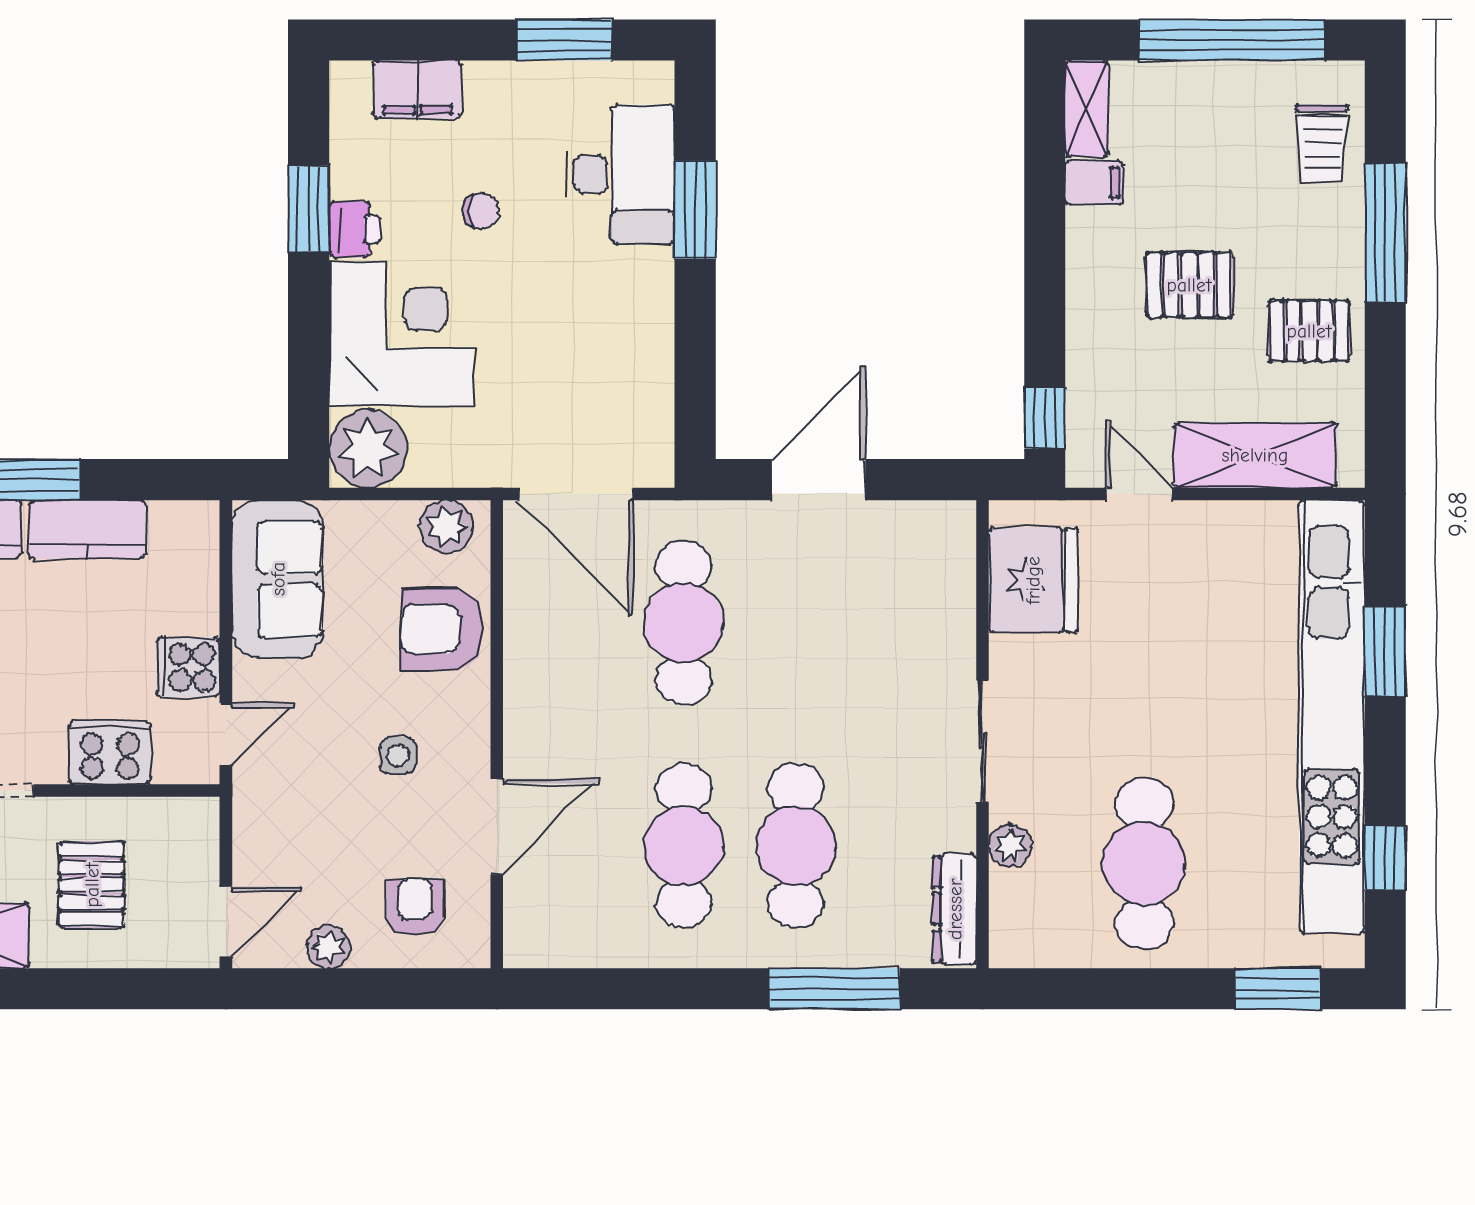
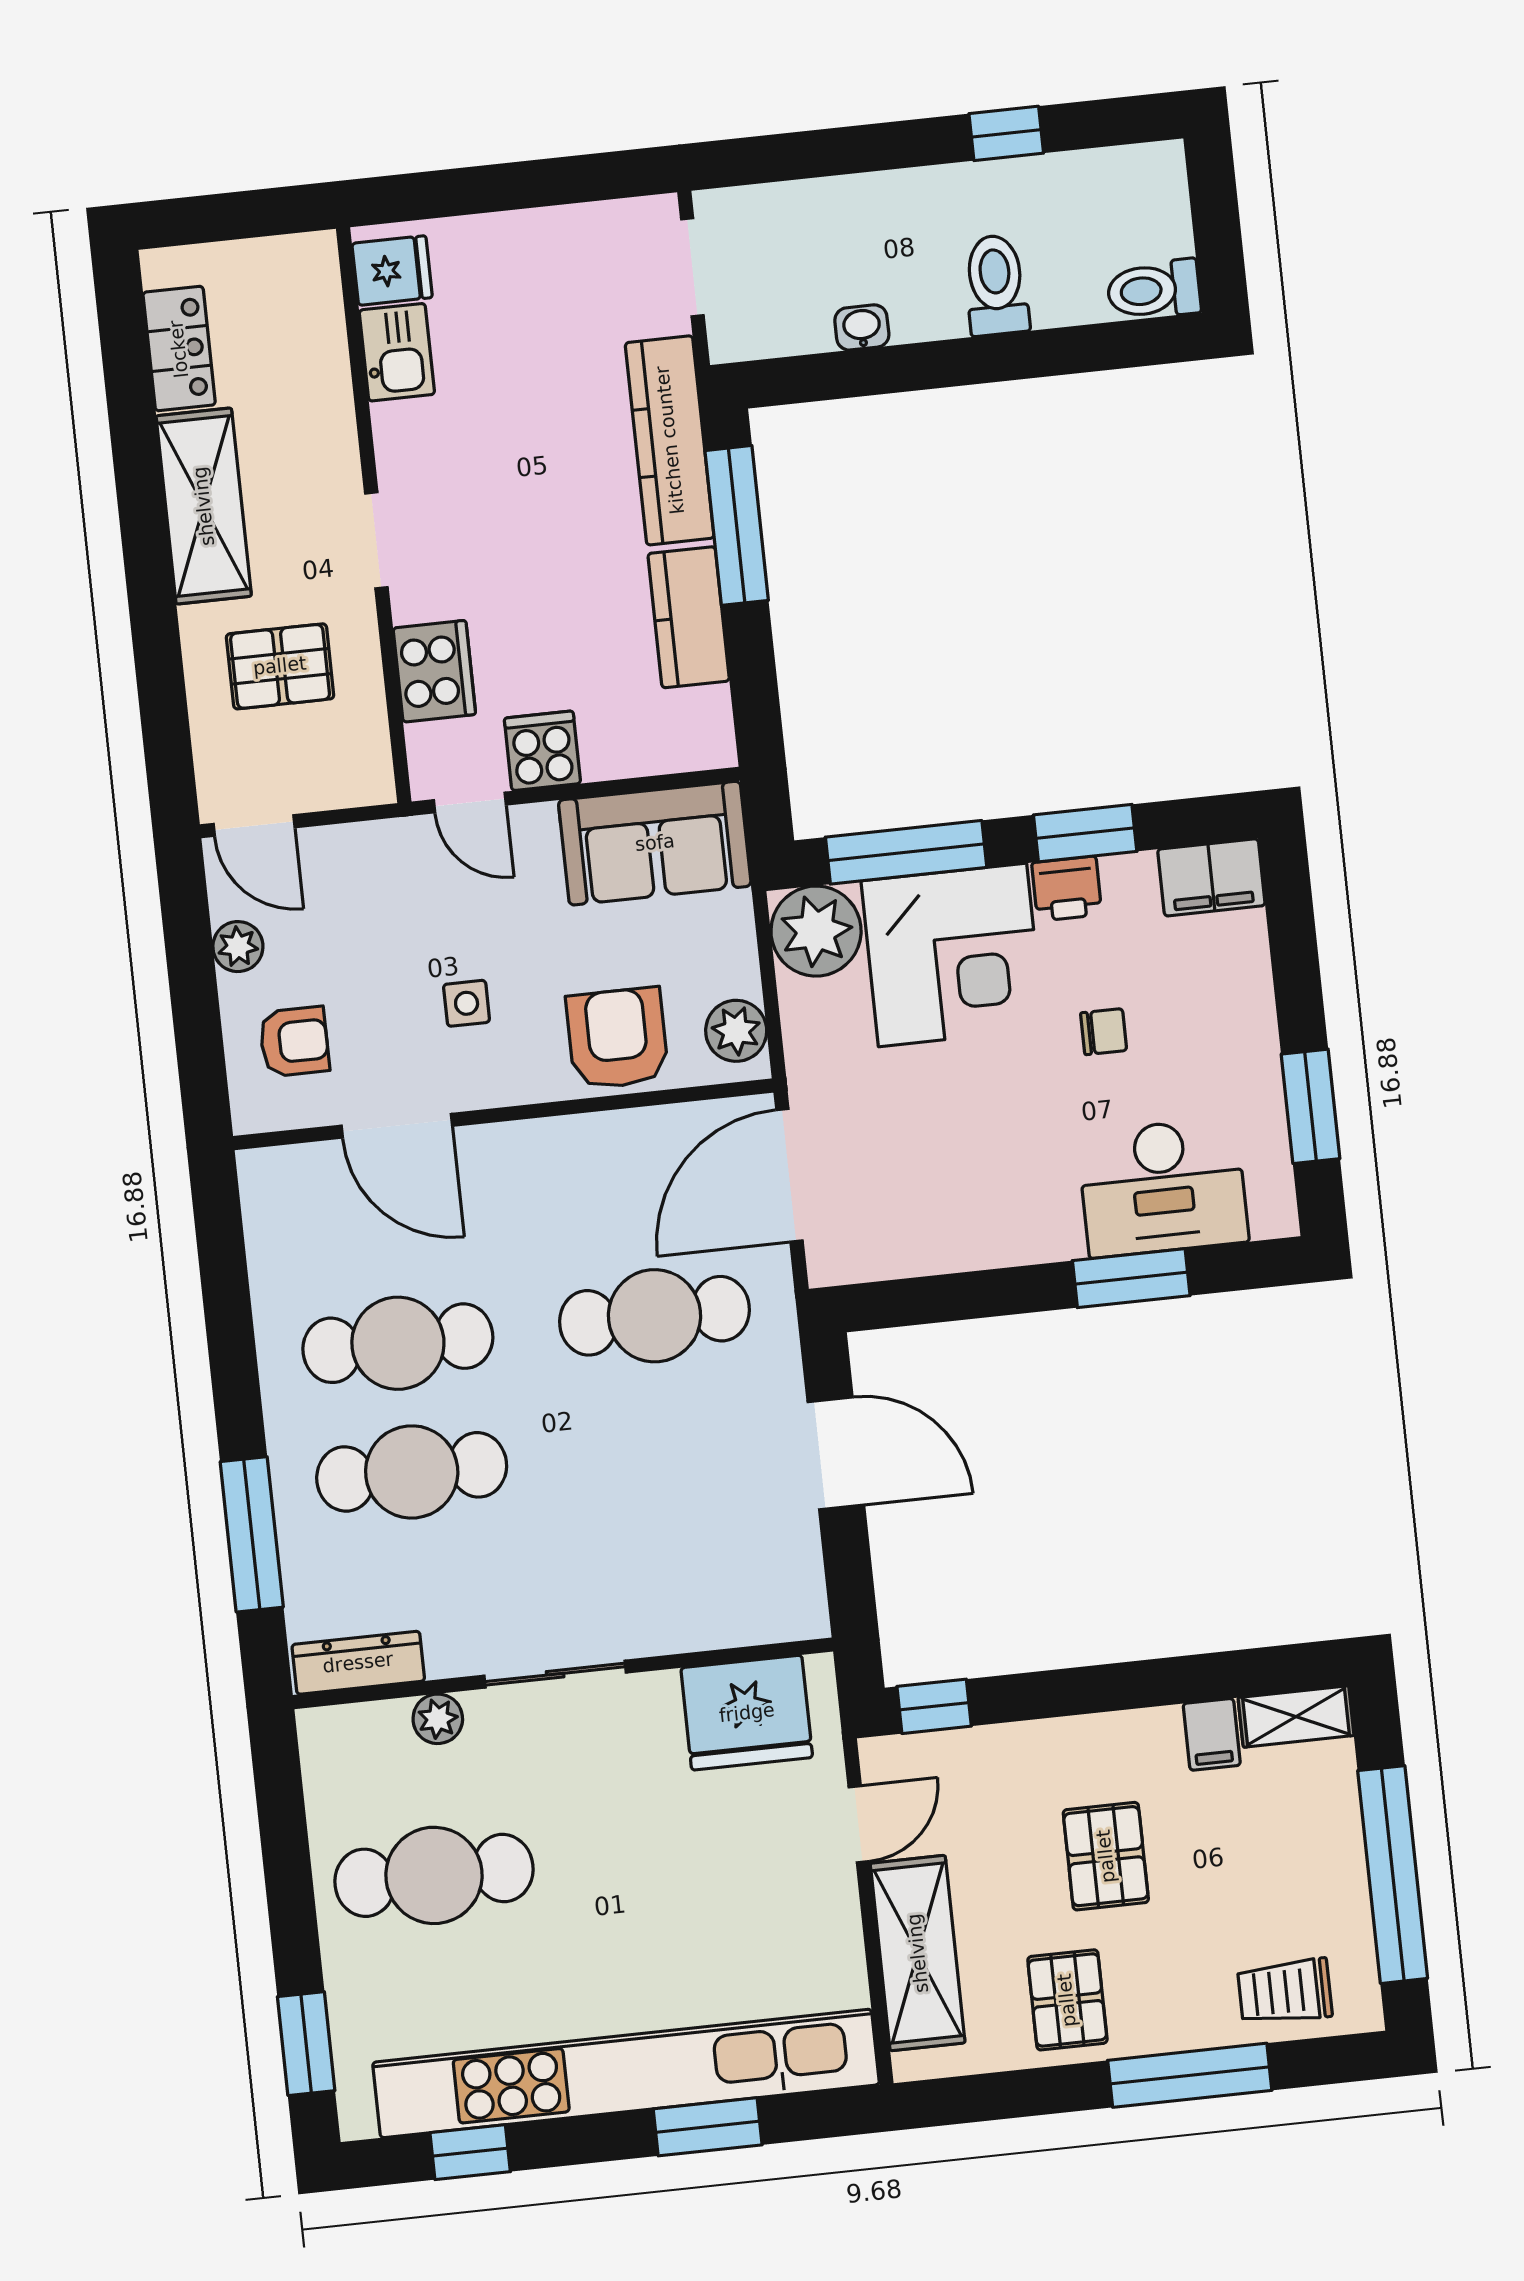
filing cabinet: (418, 90) -> (1211, 877), moved, turned -90
chair: (481, 211) -> (1104, 1032), turned -90
window: (309, 364) -> (906, 852), added

